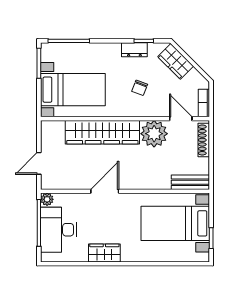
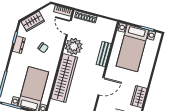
door: (181, 119) -> (69, 28), hinge flipped
bench: (190, 182) -> (104, 54), moved
door: (105, 191) -> (101, 86), swing flipped

